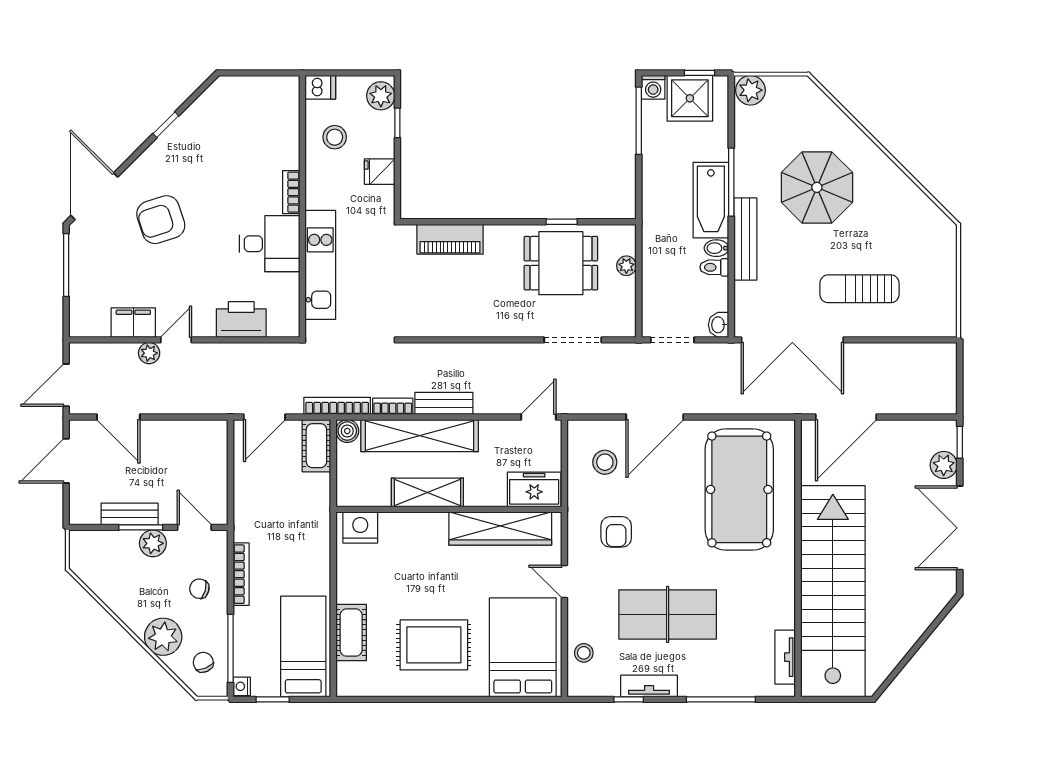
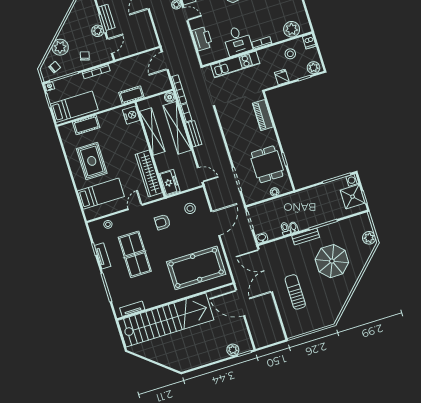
plant: (751, 90) -> (369, 238), moved
plant: (282, 118) -> (292, 29), added
bathtub: (711, 200) -> (313, 219), removed
bench: (745, 239) -> (306, 237), width x0.73
door: (264, 417) -> (165, 61), hinge flipped
door: (655, 417) -> (215, 223), swing flipped
cot: (316, 446) -> (131, 95), moved
shelving: (427, 492) -> (152, 132), width x1.47
double door: (960, 528) -> (209, 365), removed
bed: (523, 647) -> (101, 194), width x0.67

